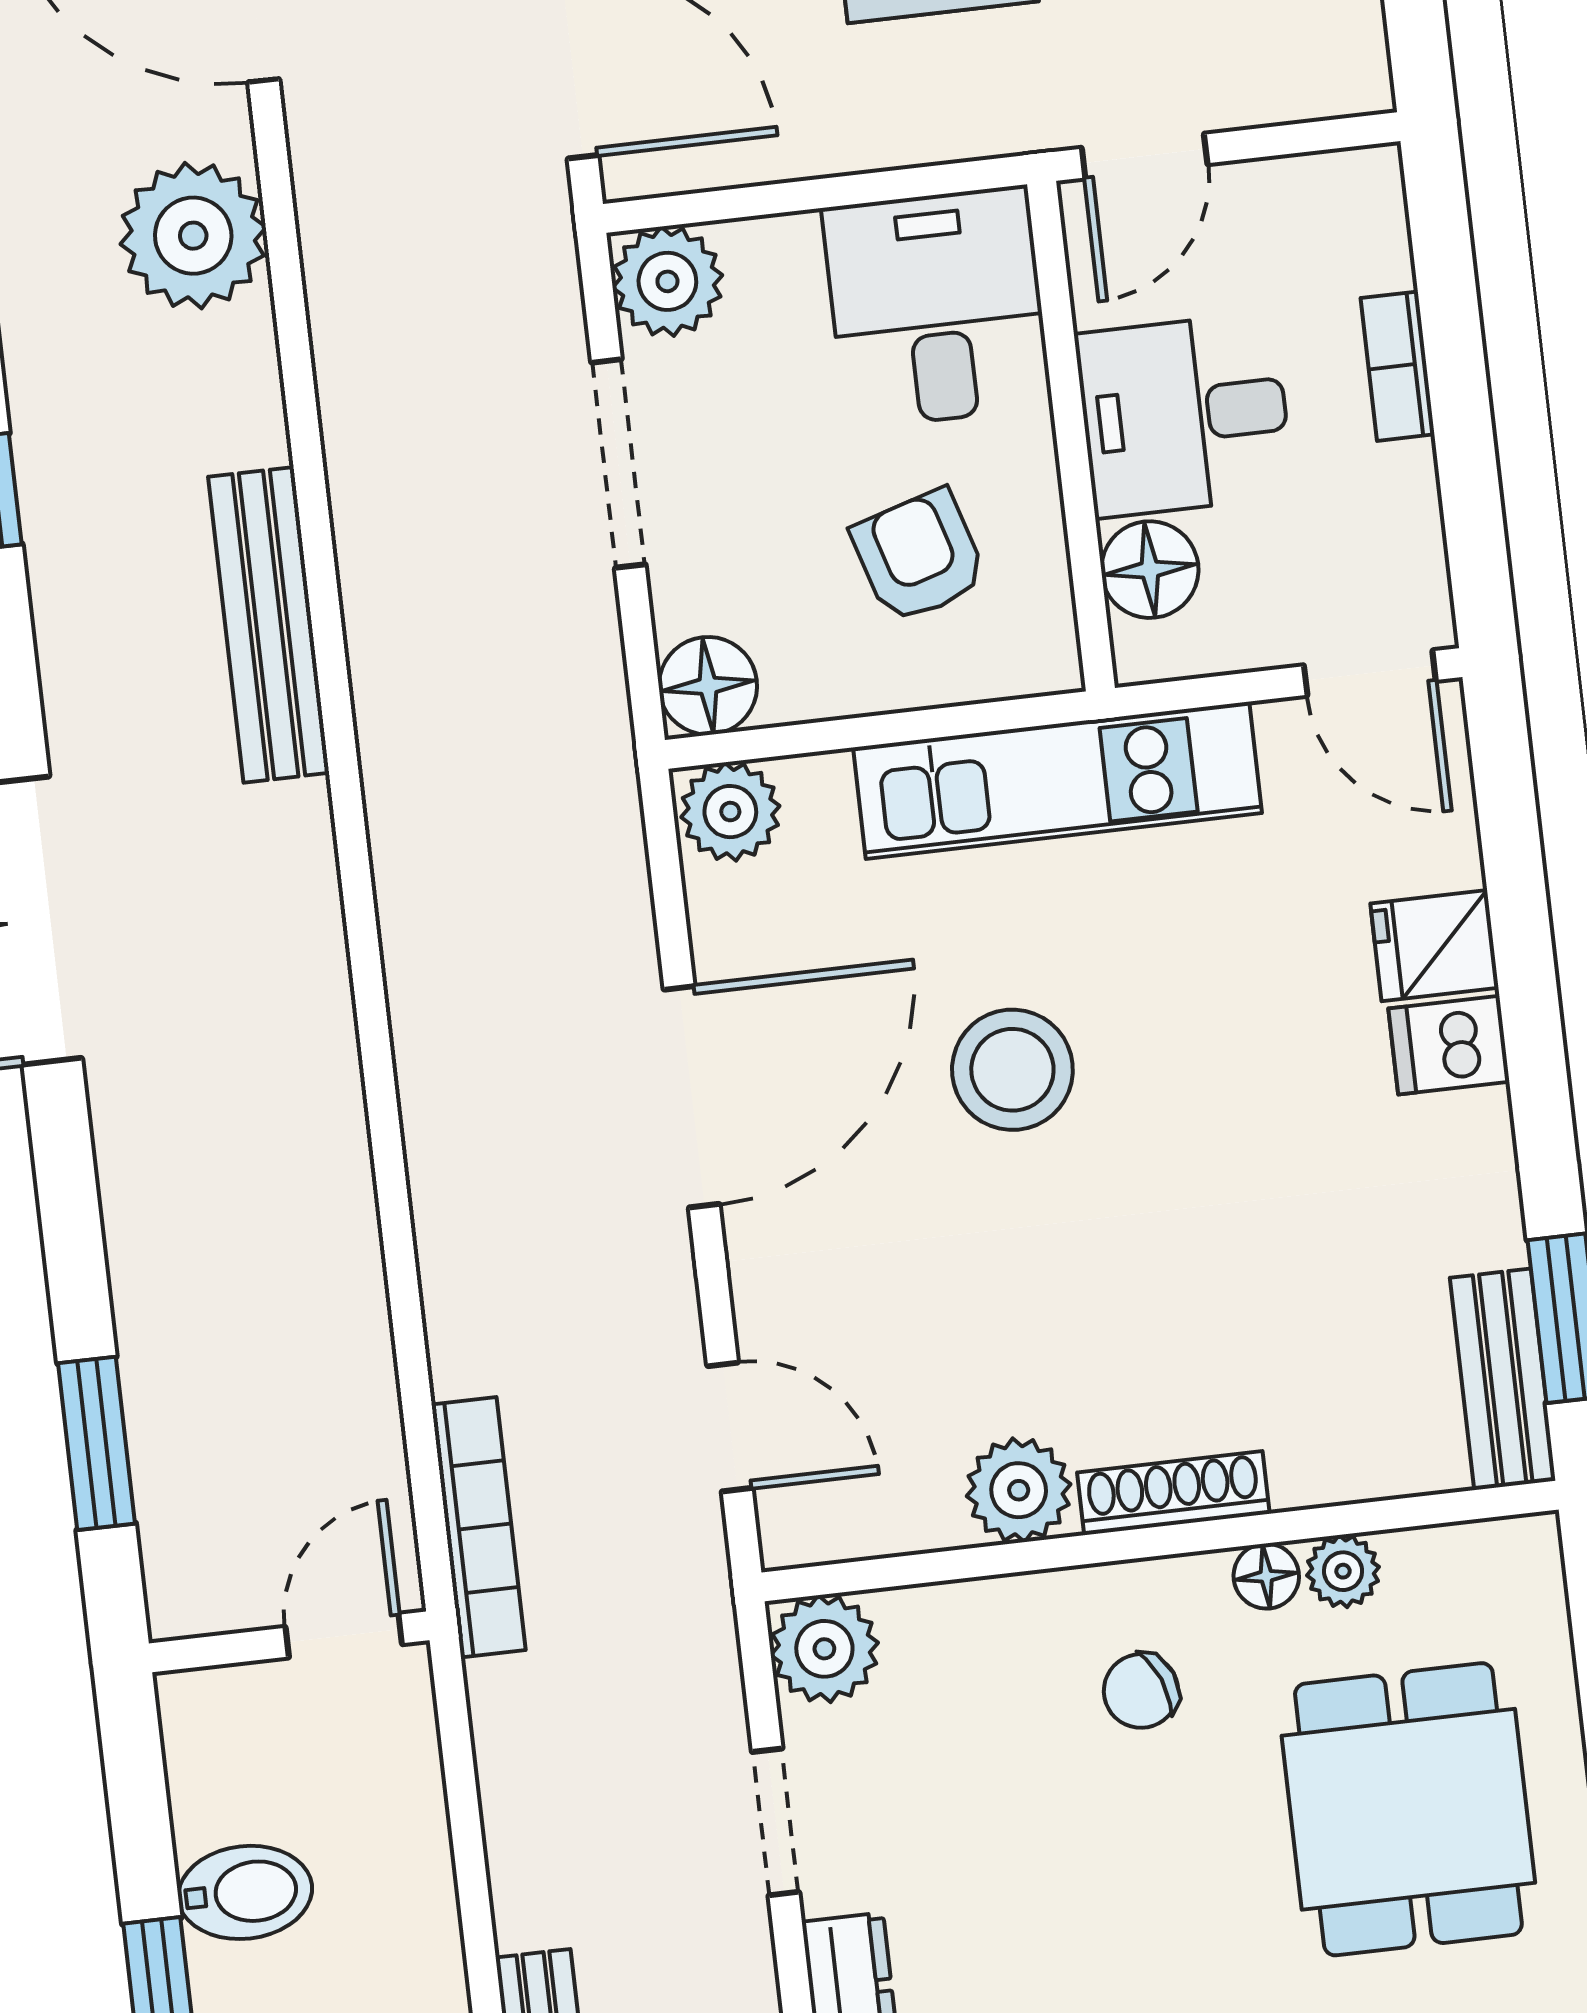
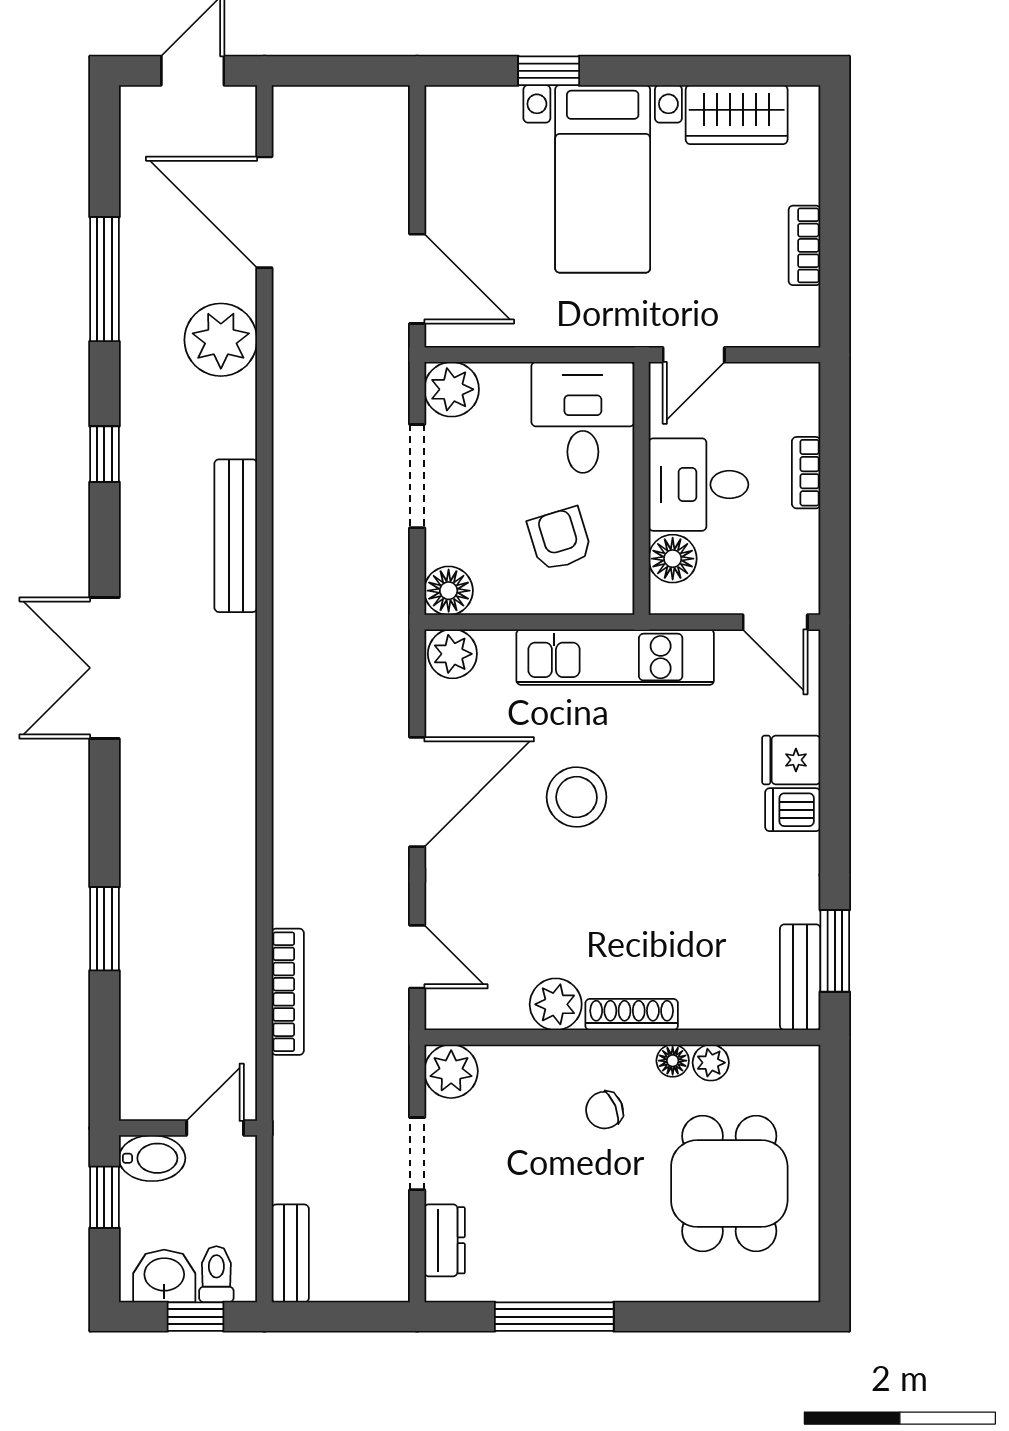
door: (344, 1636) -> (215, 1128), moved
wall: (289, 1642) -> (188, 1128), moved

